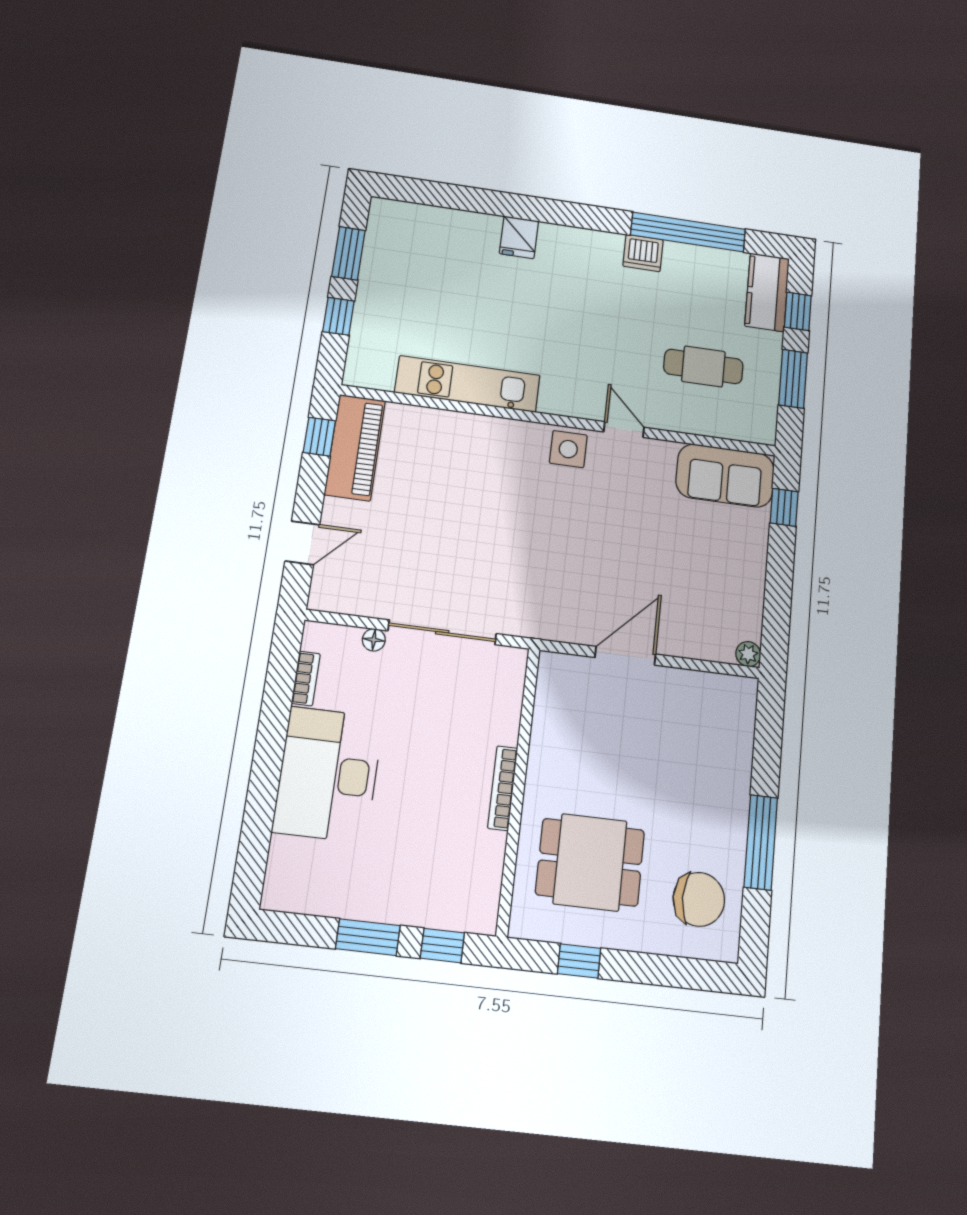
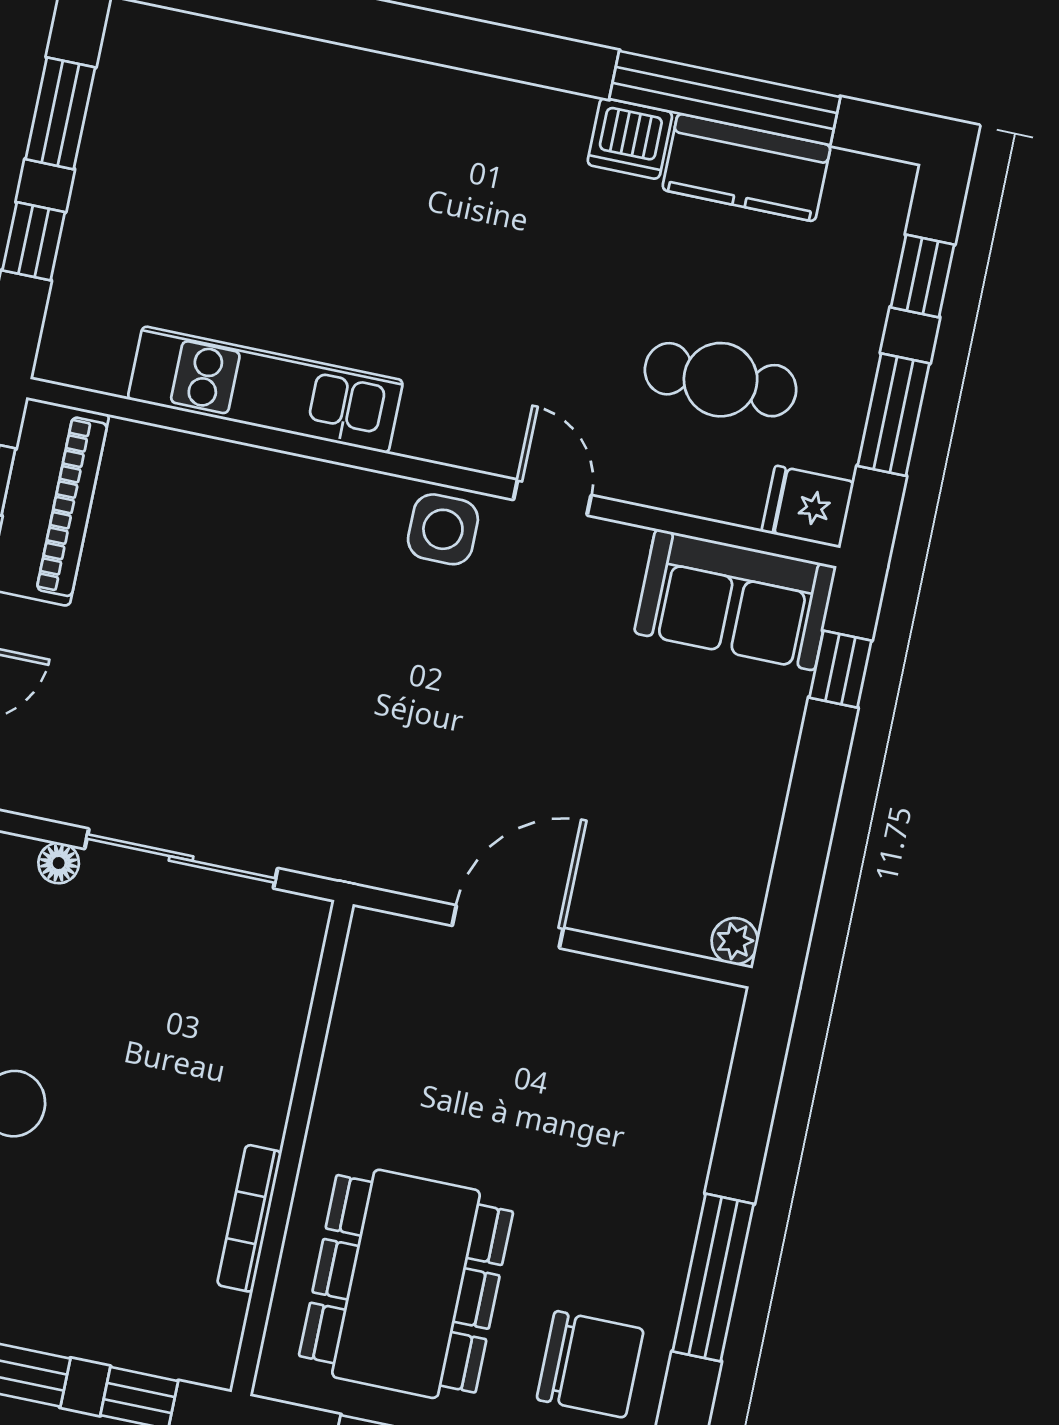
fridge: (519, 237) -> (808, 507), moved, turned 90
kitchen counter: (767, 292) -> (746, 168), moved, turned -90
bookcase: (503, 788) -> (249, 1218), moved
dining table: (590, 862) -> (406, 1284), width x1.38

